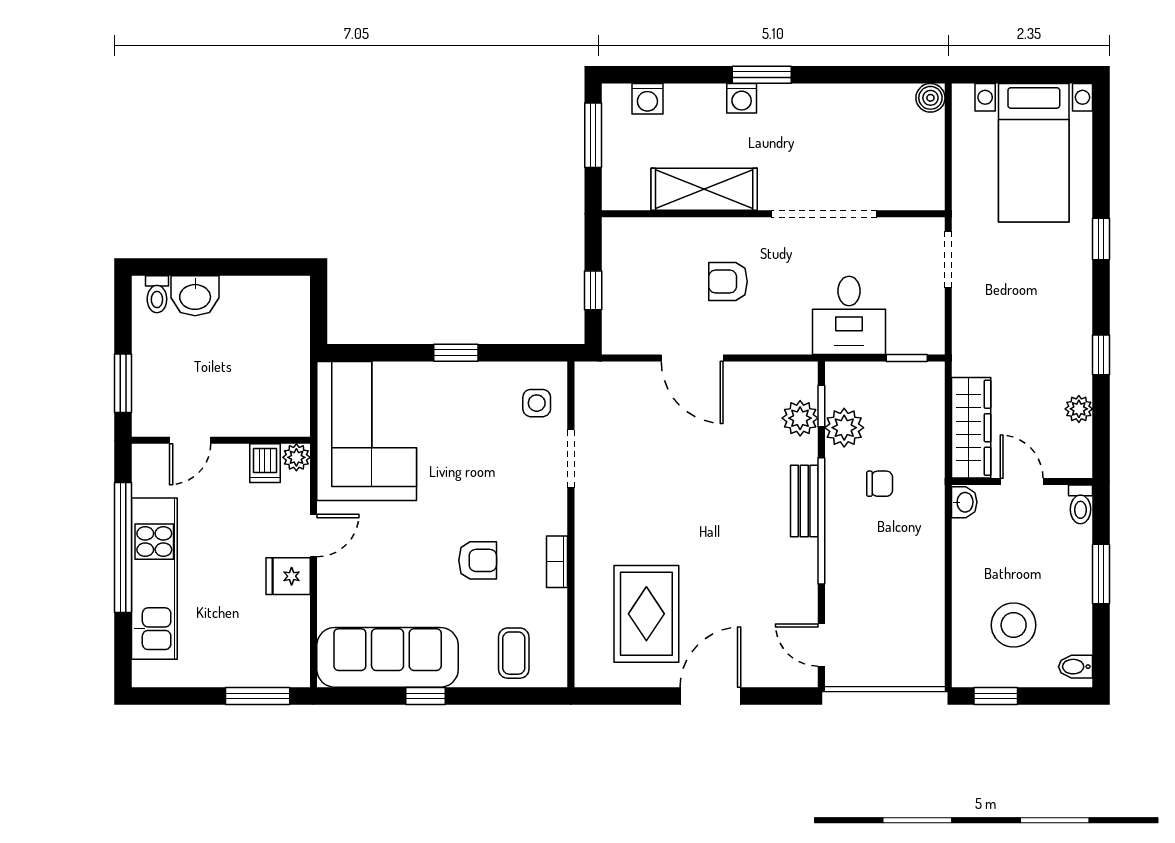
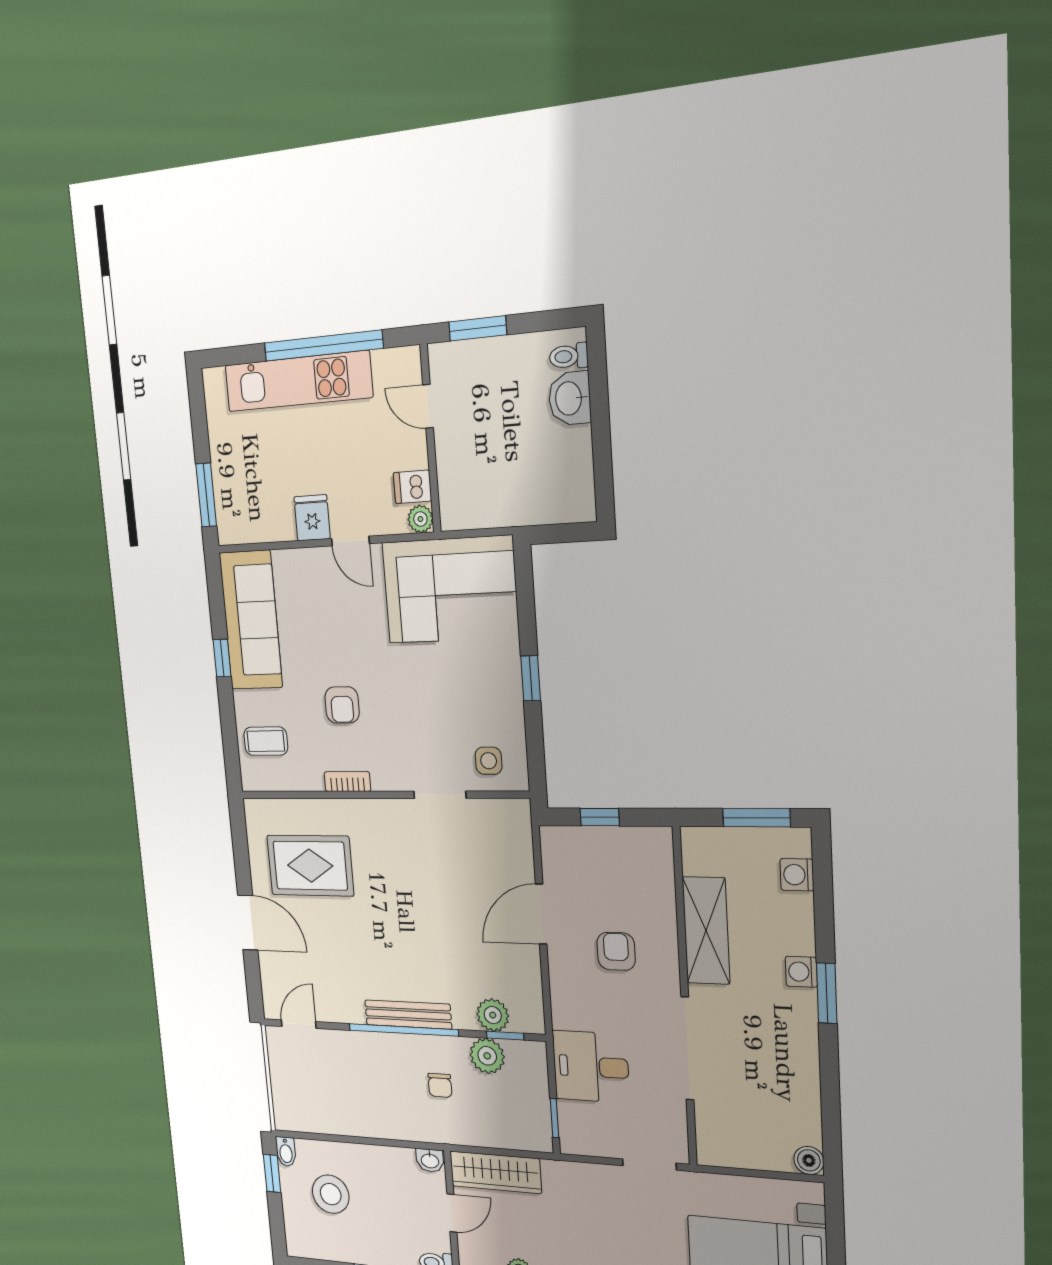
bench: (804, 501) -> (408, 1015), width x1.36
bidet: (1076, 667) -> (286, 1152), moved, turned 180

